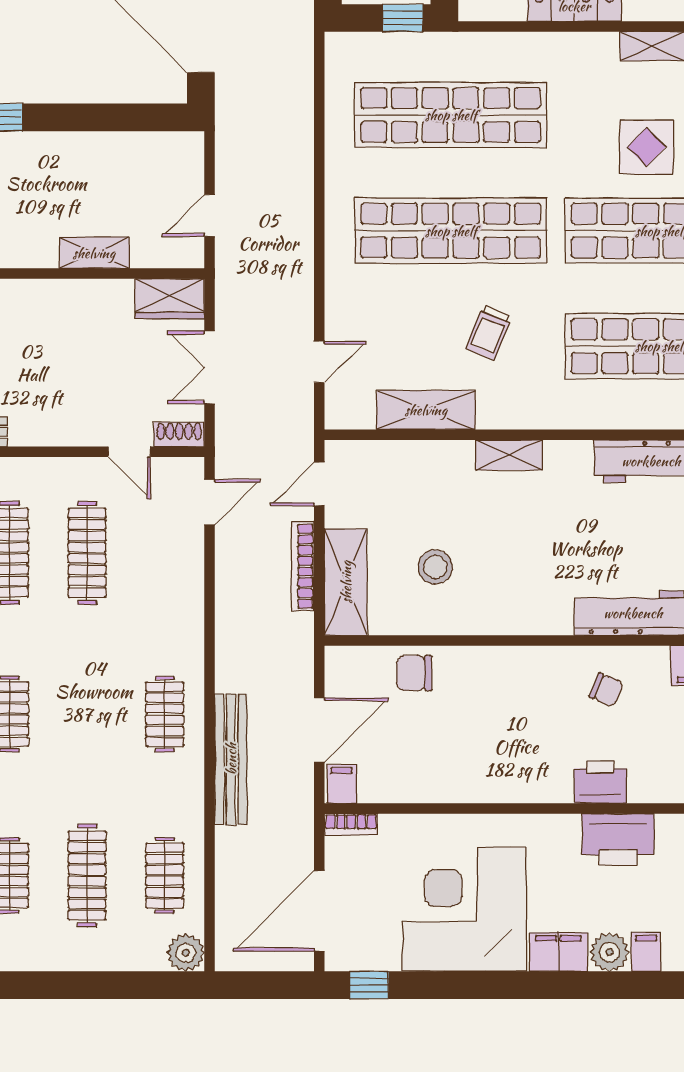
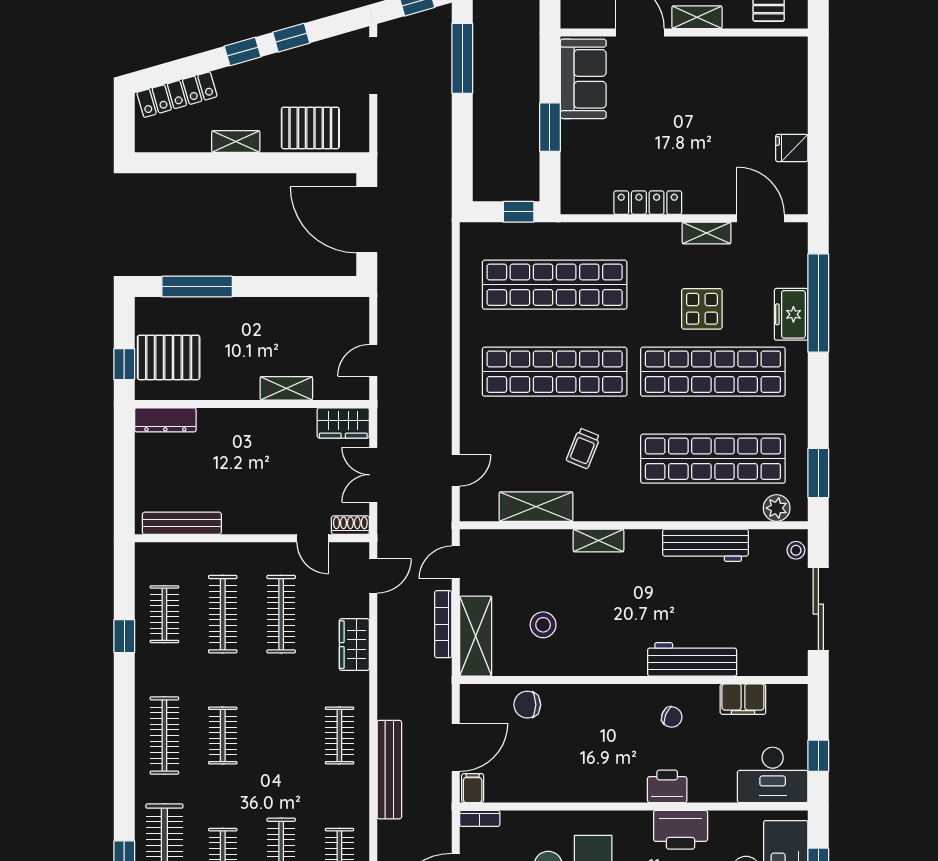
wardrobe: (184, 593) -> (354, 645), added

